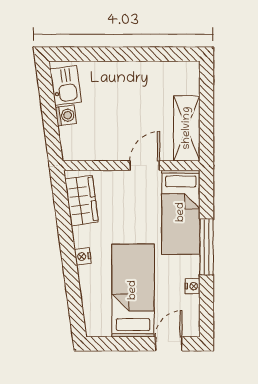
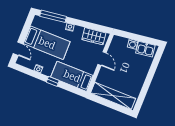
shelving: (187, 128) -> (113, 96), width x1.47
door: (145, 166) -> (102, 59), moved
window: (206, 247) -> (53, 81), width x0.46
window: (74, 299) -> (53, 16), added

